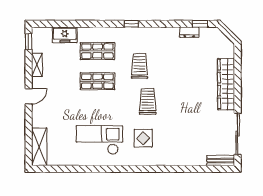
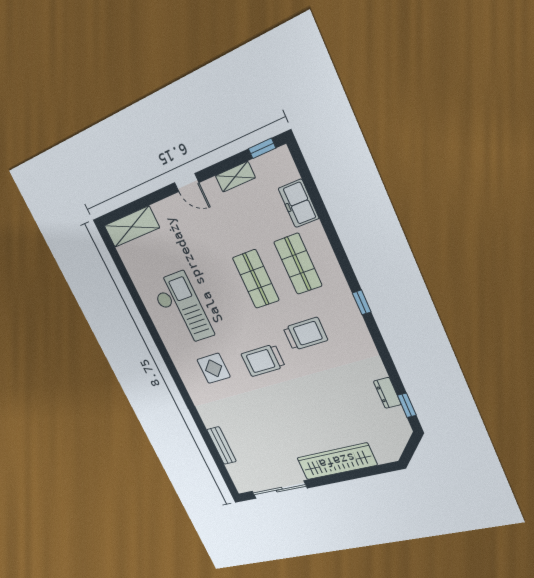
trolley: (148, 101) -> (263, 360), turned 180
bench: (221, 160) -> (222, 446), moved

